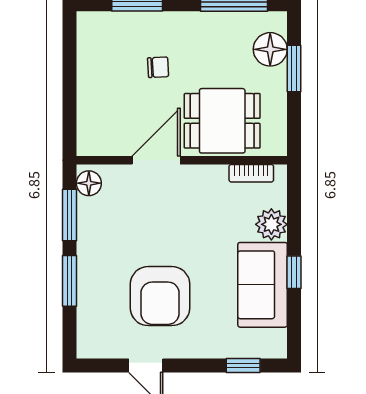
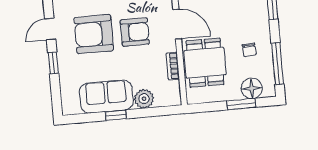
chair: (158, 67) -> (249, 50), moved
bookcase: (251, 173) -> (173, 66), moved
armchair: (163, 229) -> (135, 32), added
window: (243, 365) -> (53, 63), moved

